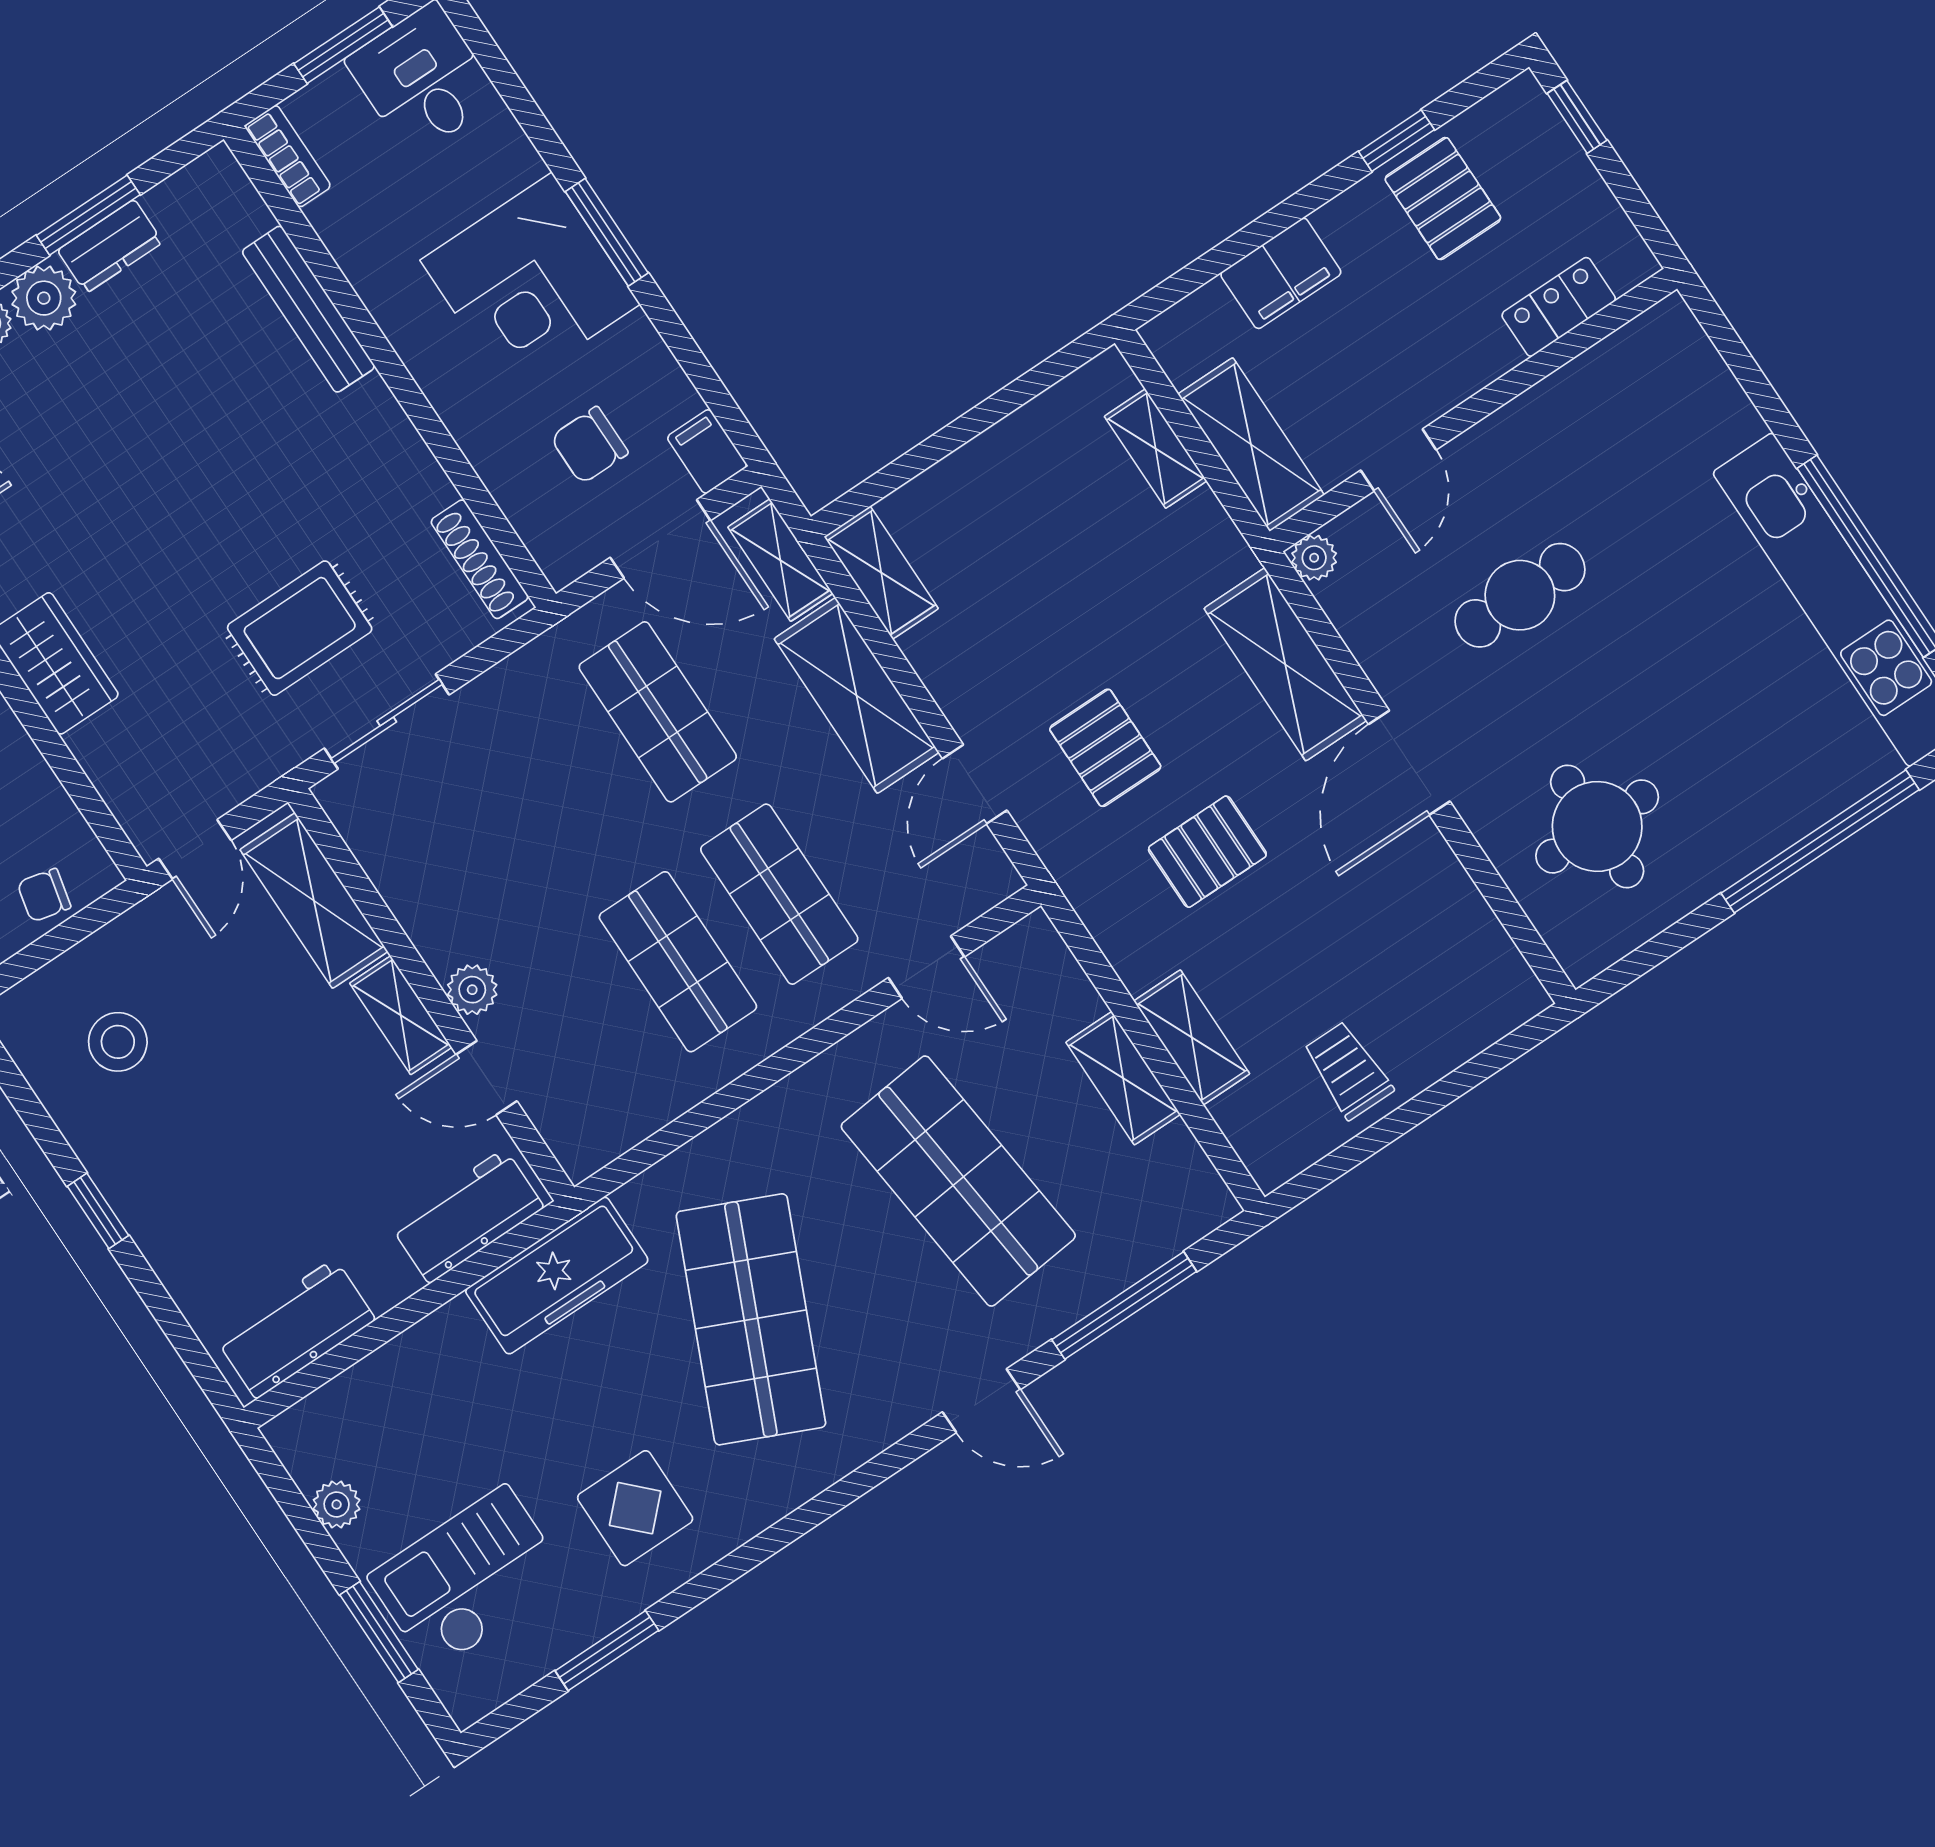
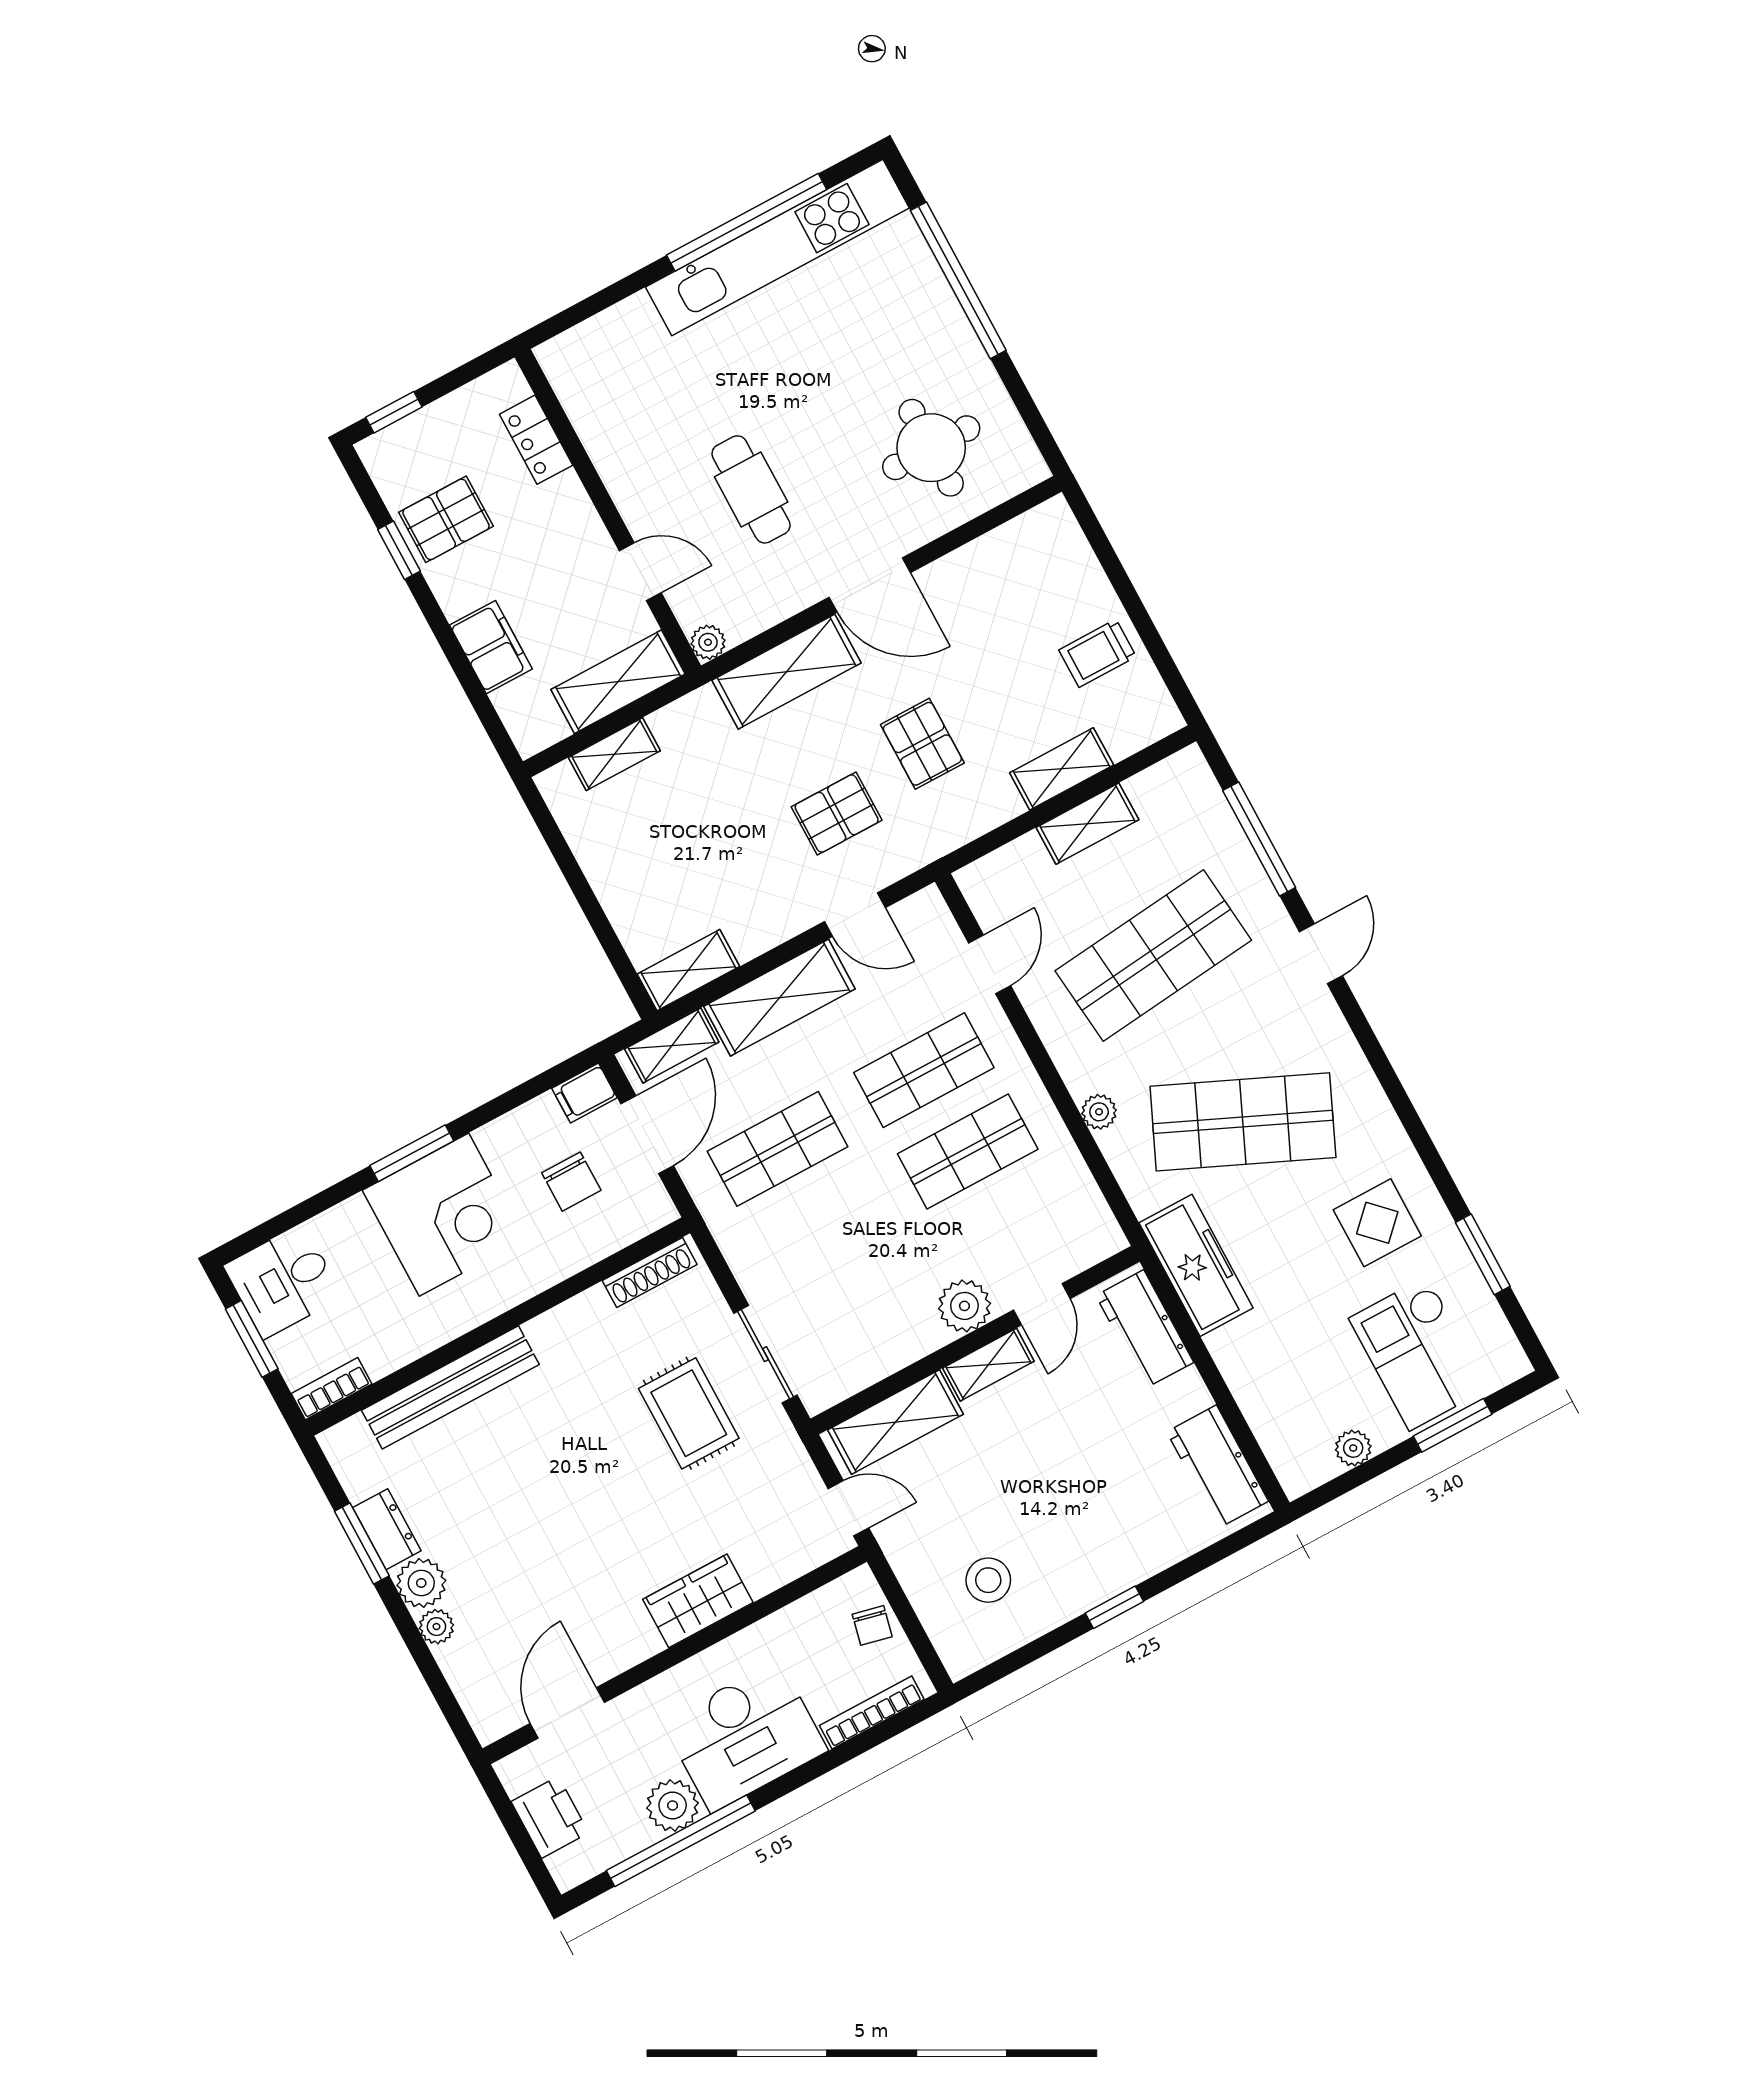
bench: (308, 309) -> (450, 1387), width x1.37, depth x1.21
plant: (472, 990) -> (964, 1306), width x1.38, depth x1.38
plant: (746, 1129) -> (1099, 1112), added

